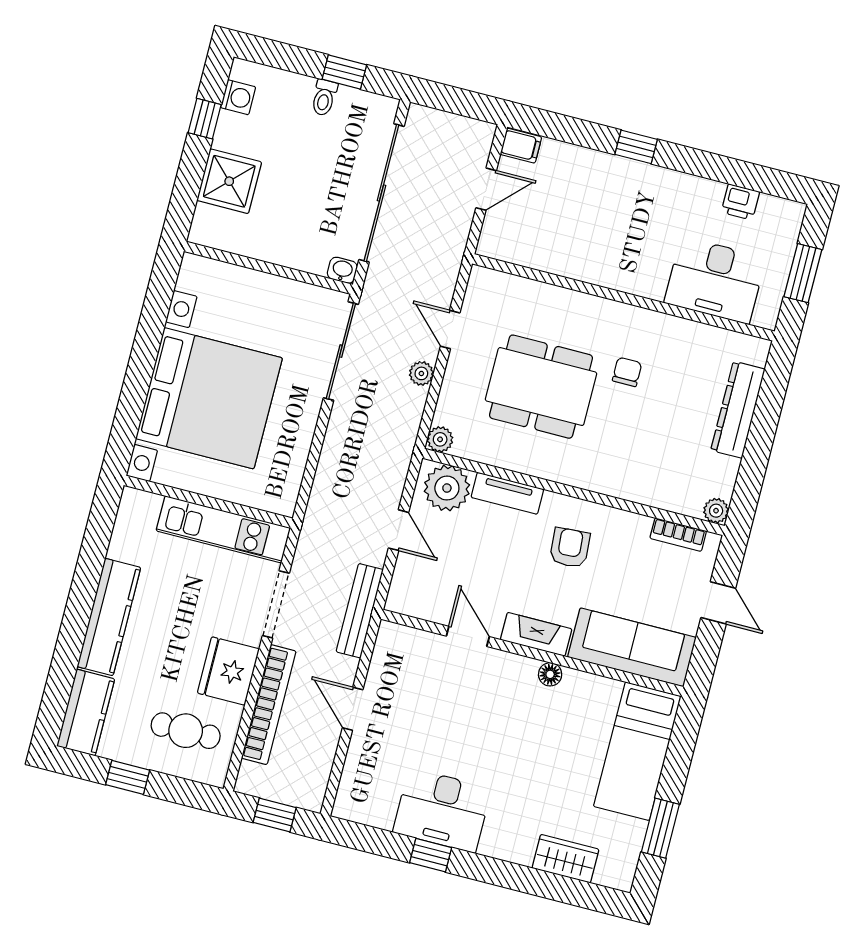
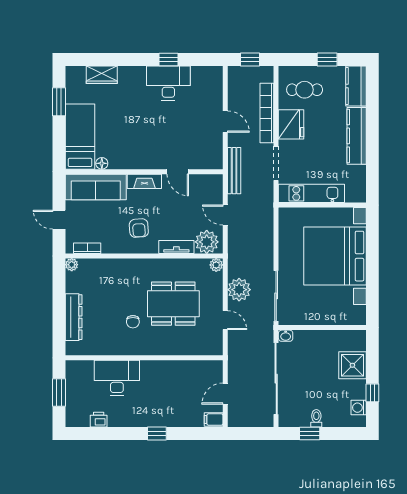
desk: (715, 280) -> (117, 378), moved
plant: (421, 373) -> (239, 290), width x1.88, depth x1.88
floor lamp: (550, 674) -> (102, 163), moved

